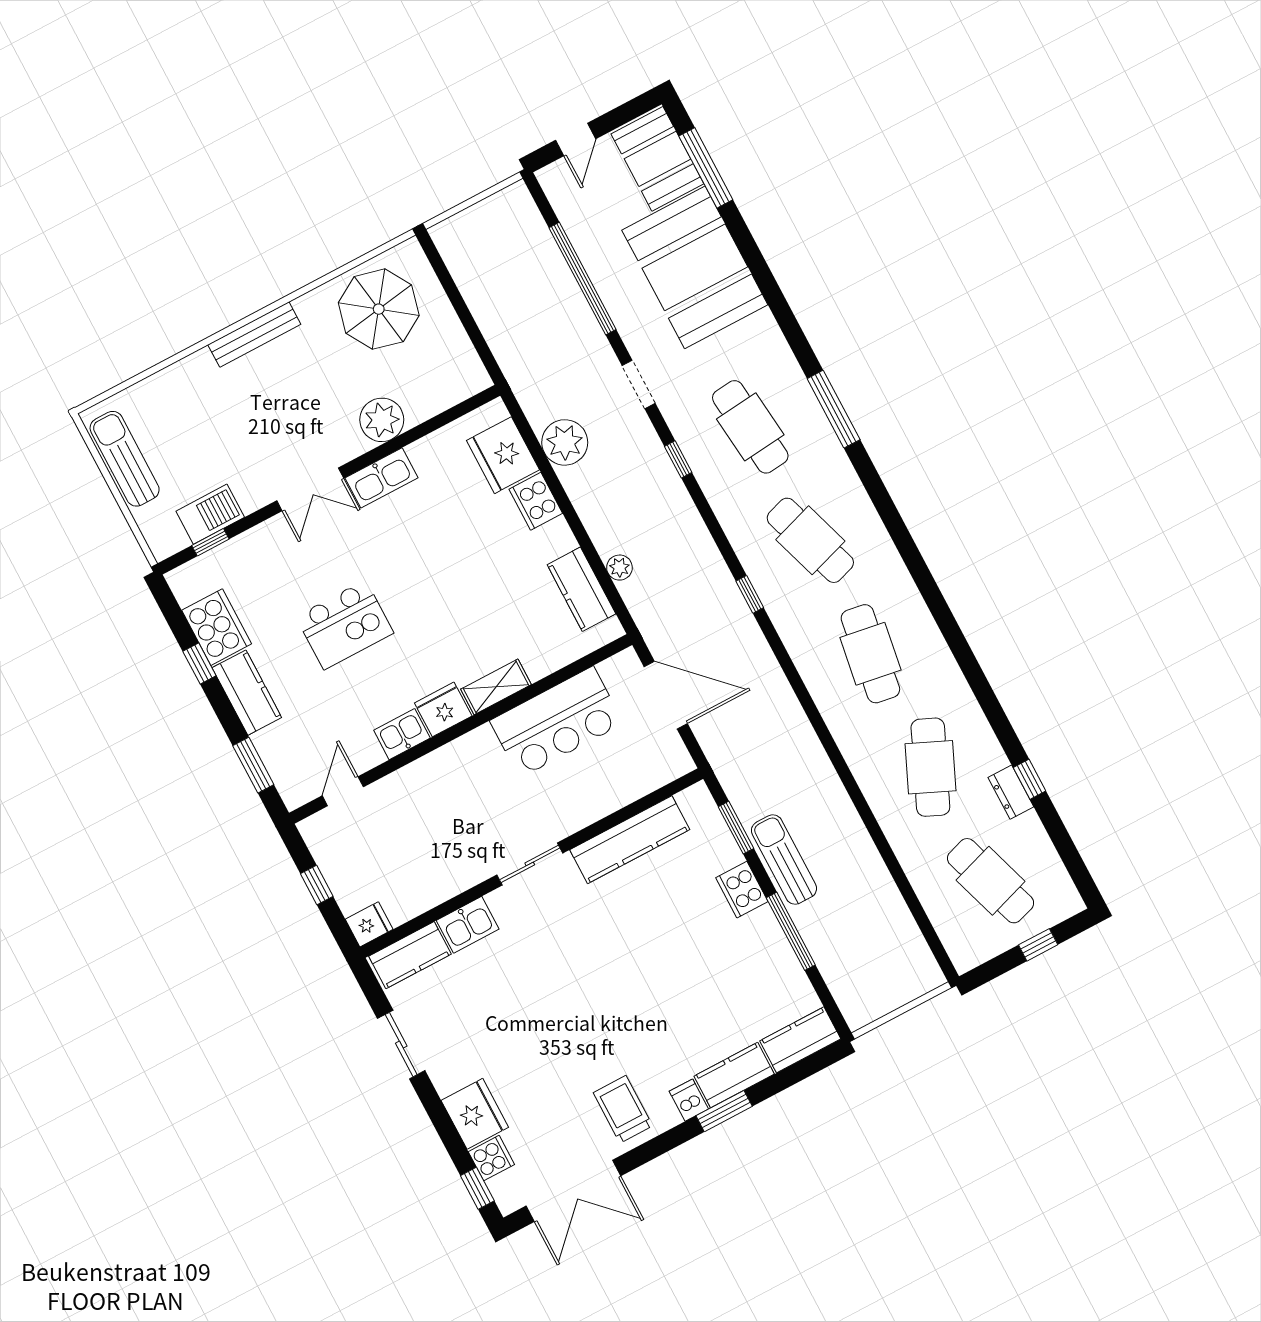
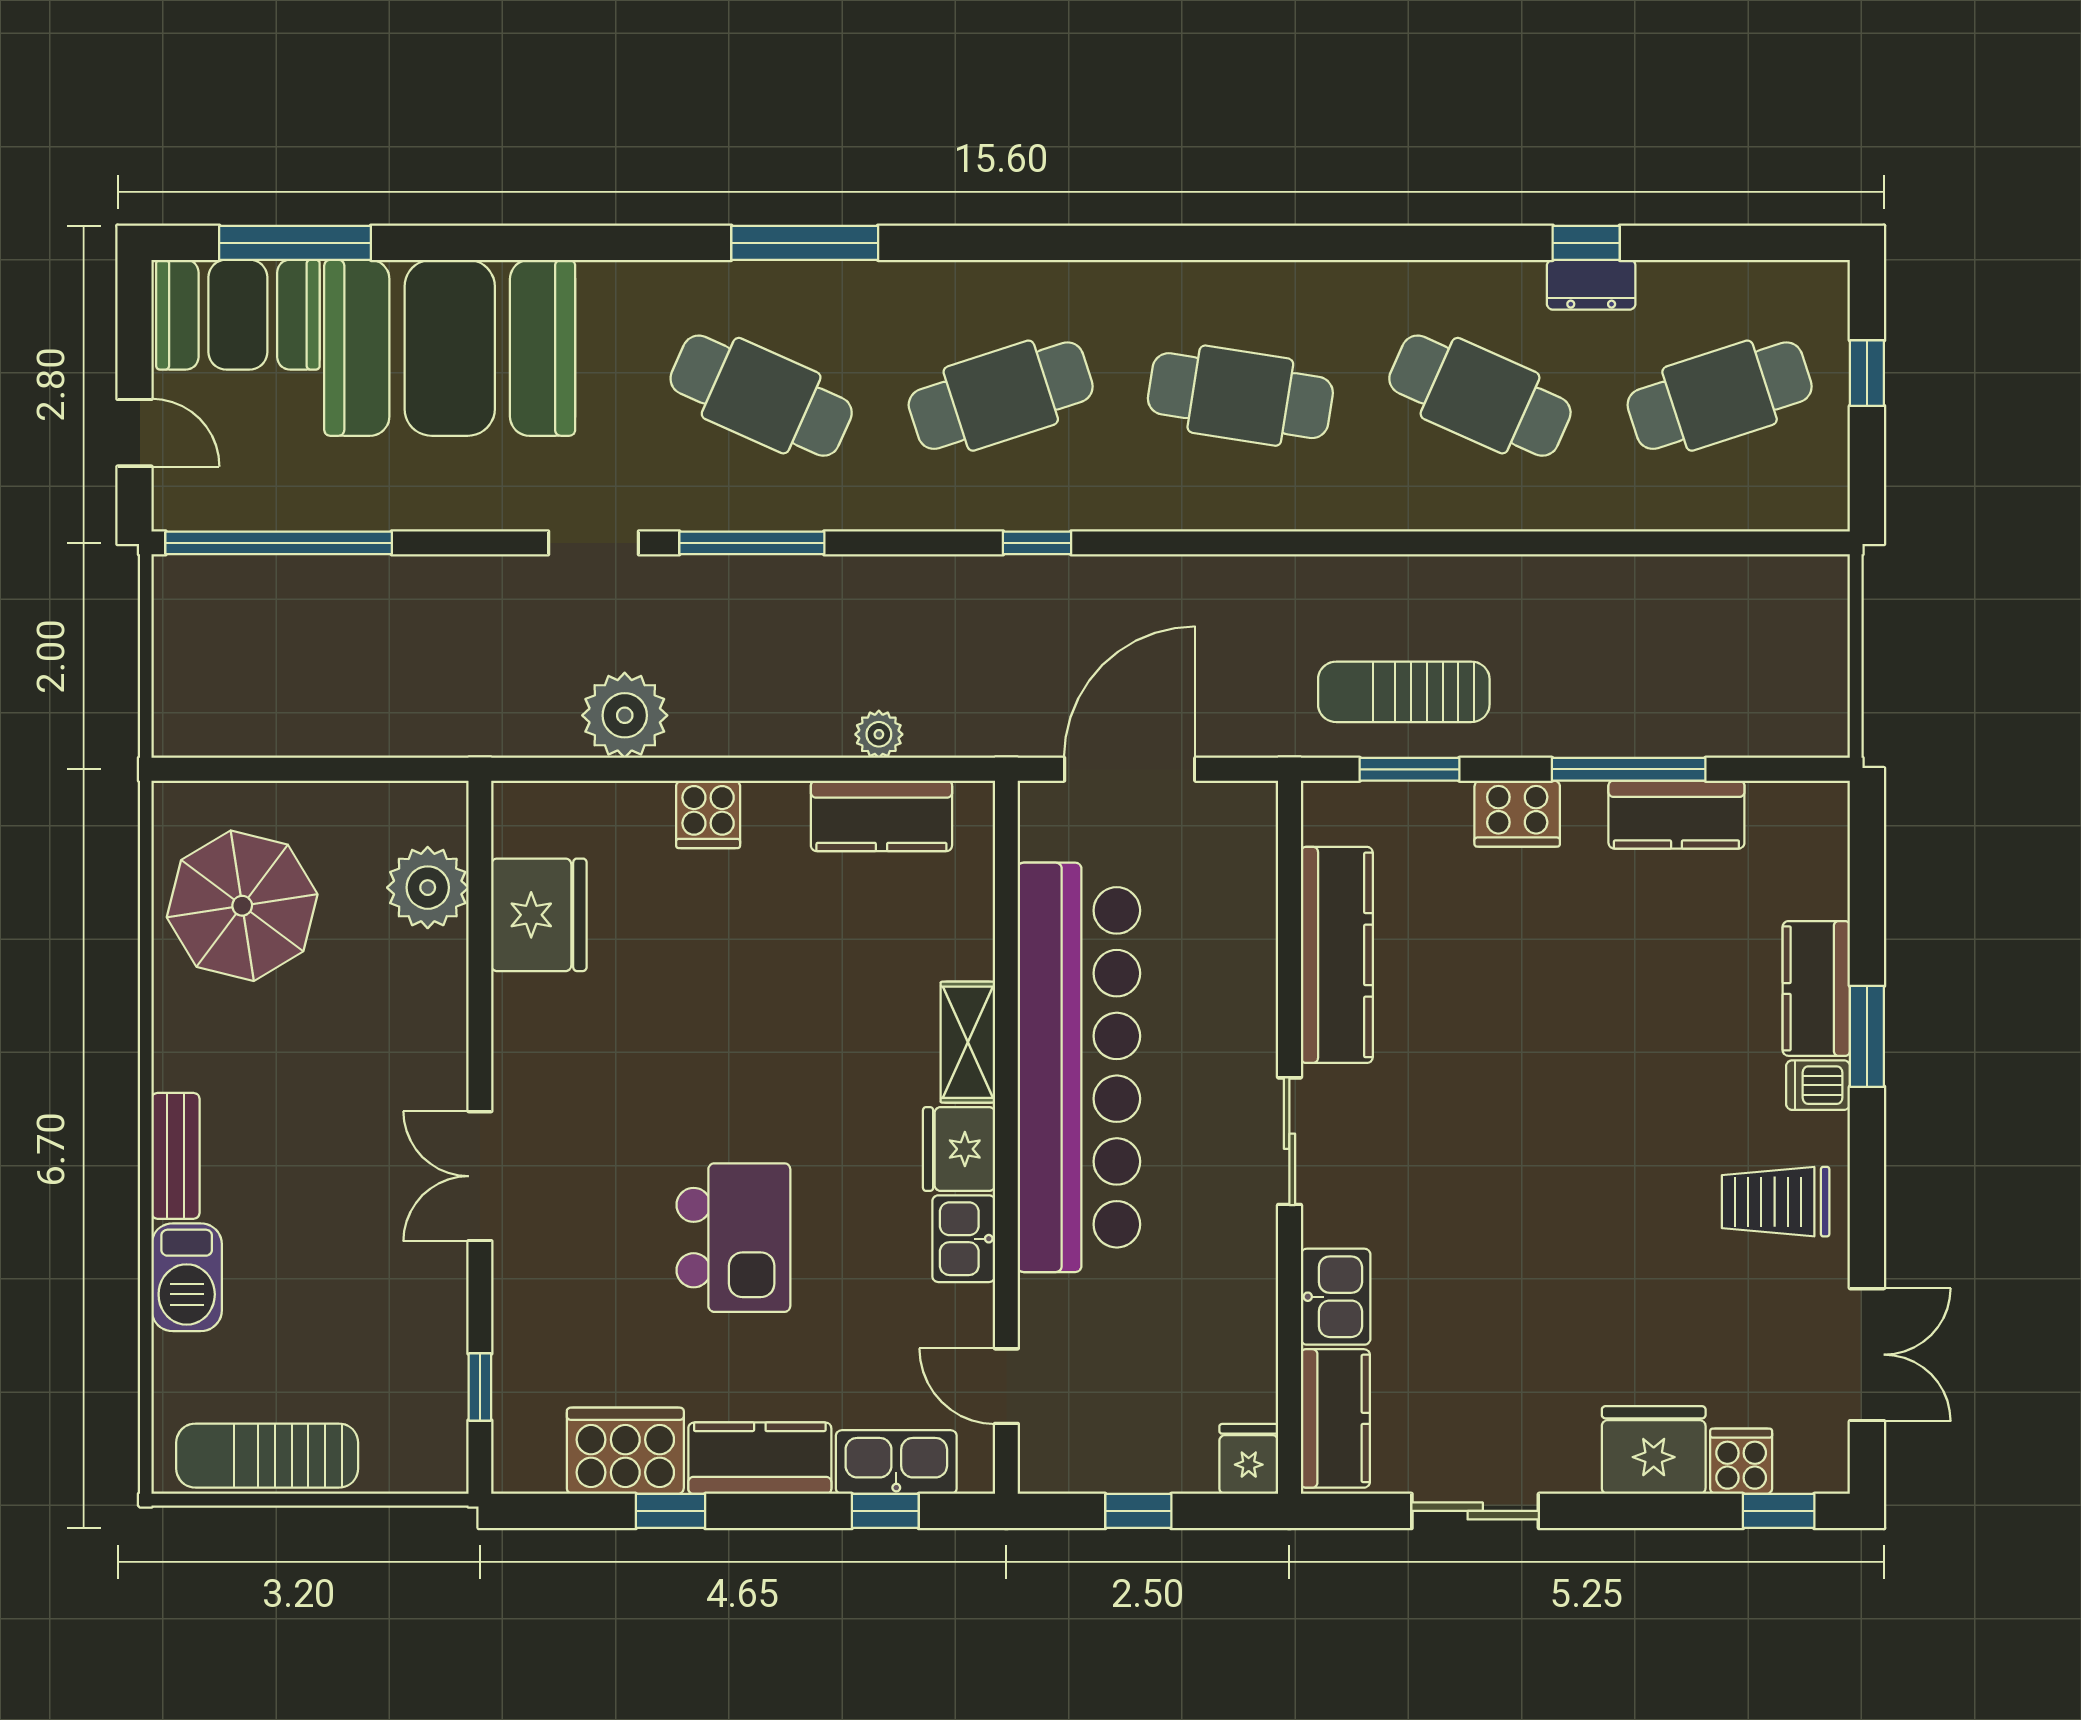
window: (582, 279) -> (279, 543), moved
bench: (254, 334) -> (175, 1156), width x0.73
plant: (382, 420) -> (428, 888), moved
cafe table: (750, 427) -> (761, 396), turned 30
fridge: (503, 455) -> (539, 915), moved, turned -90
window: (678, 459) -> (752, 543), width x2.17
kitchen sink: (381, 478) -> (896, 1462), moved, turned -90
double door: (310, 489) -> (480, 1176), swing flipped
cooker: (536, 501) -> (708, 814), width x0.73
barbecue: (210, 514) -> (187, 1277), moved, turned 180
bar counter: (557, 722) -> (1079, 1067), width x1.86
window: (253, 765) -> (885, 1511), width x0.67
sun lounger: (784, 860) -> (1404, 692), moved
kitchen counter: (800, 1040) -> (1676, 815), moved, turned -90
double door: (573, 1191) -> (1867, 1355), width x0.73

